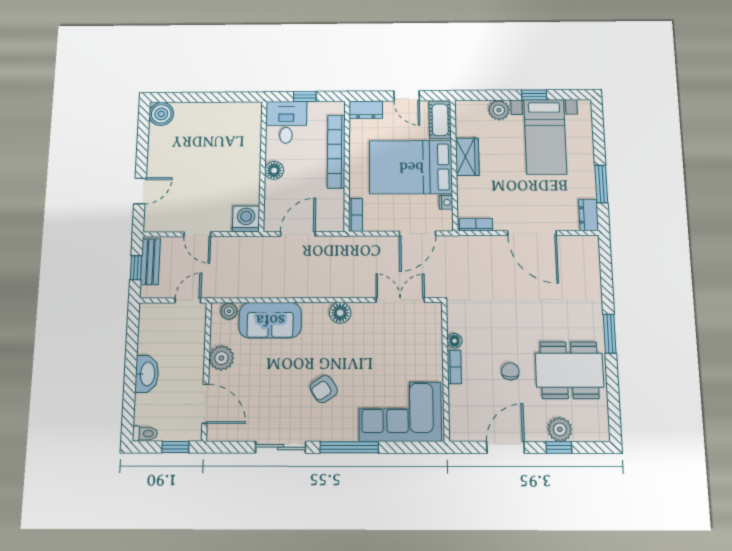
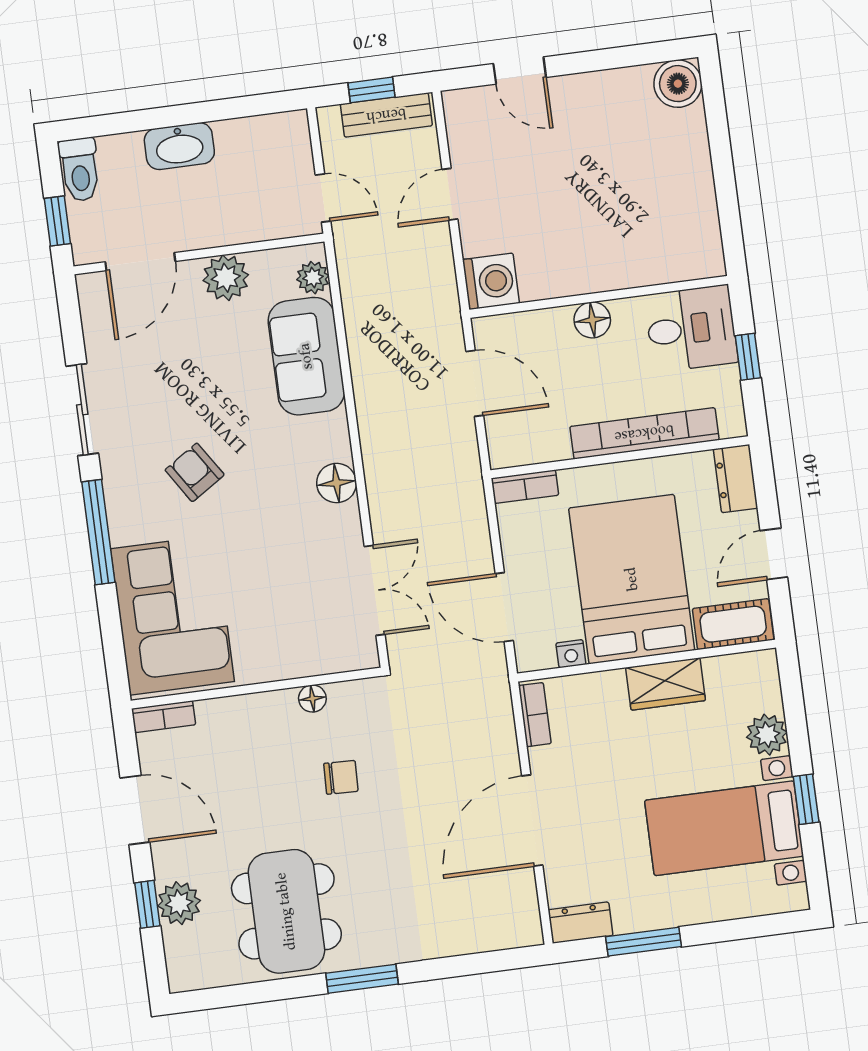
bookcase: (454, 367) -> (164, 717), moved
chair: (510, 371) -> (341, 777), moved
toilet: (145, 434) -> (80, 170), width x1.37, depth x1.39

